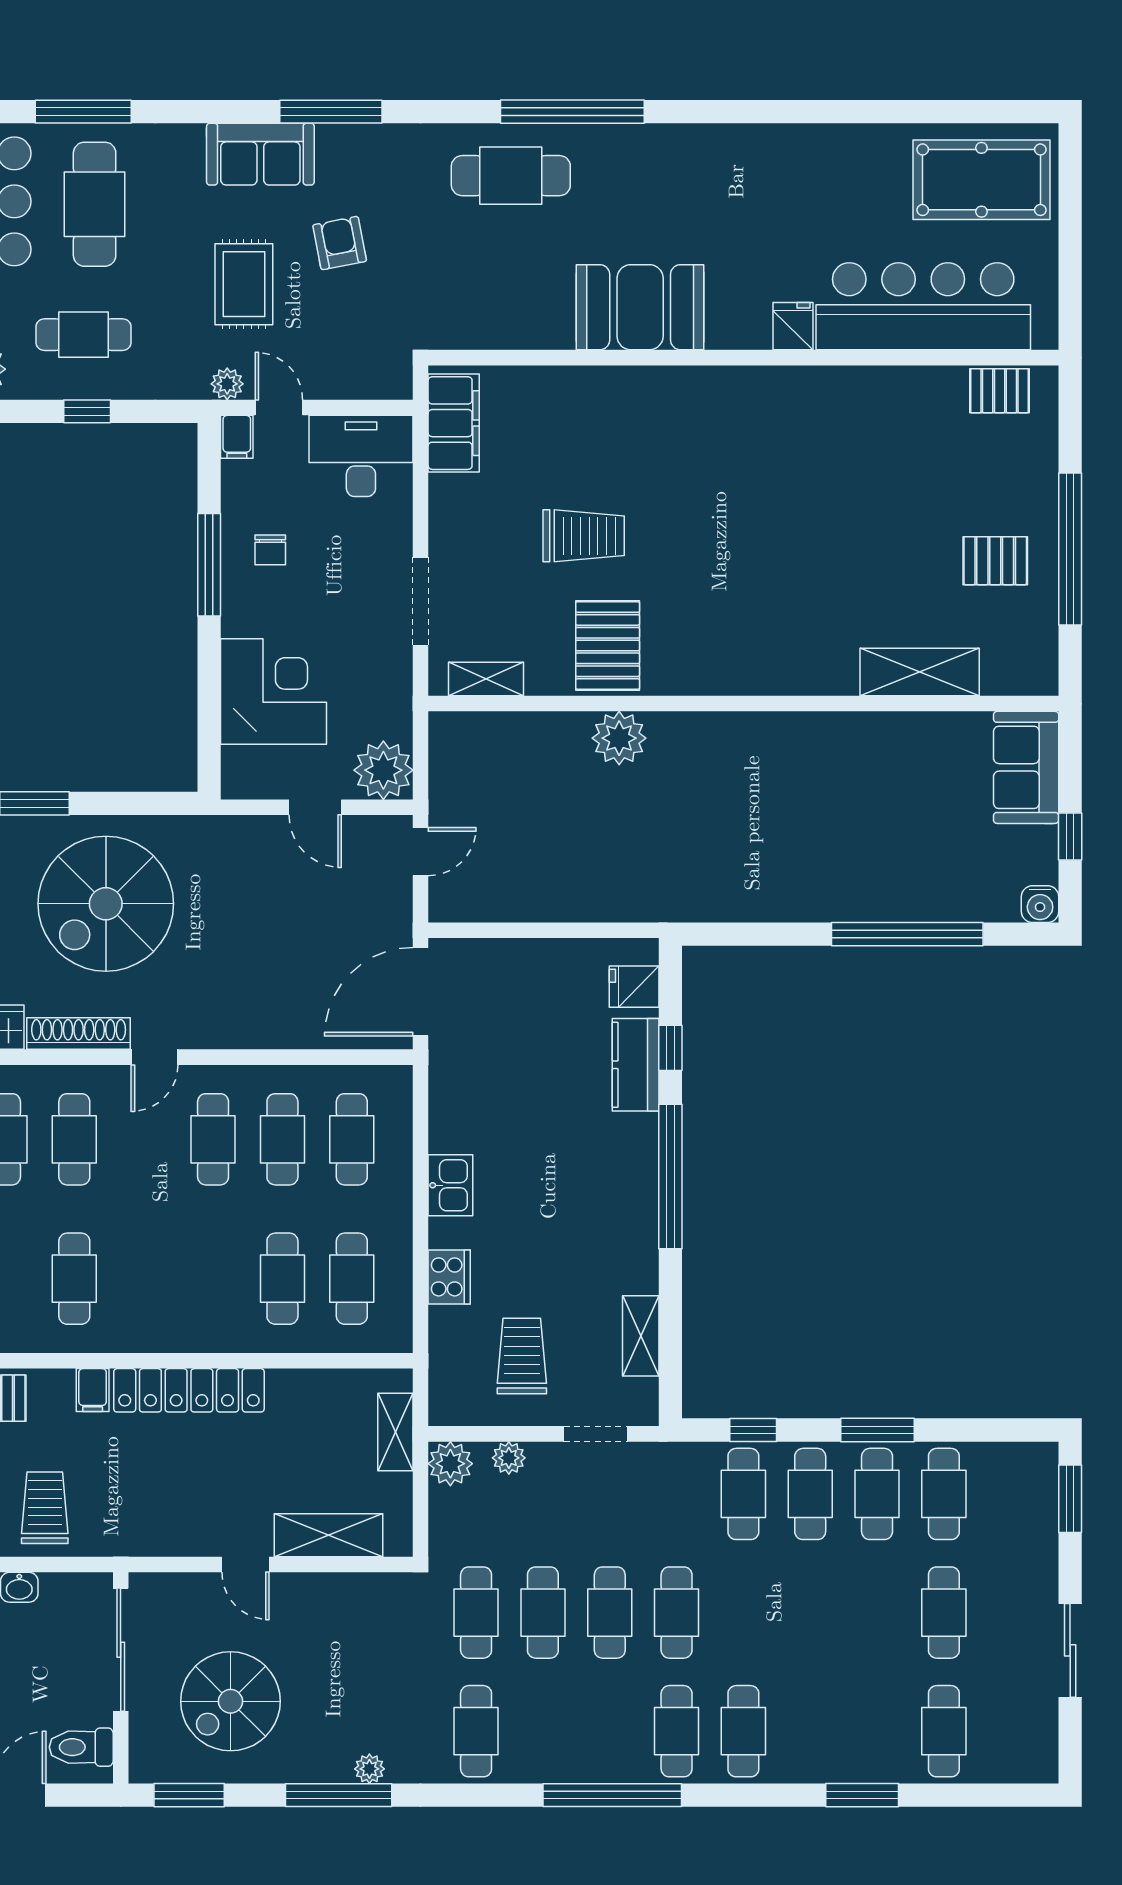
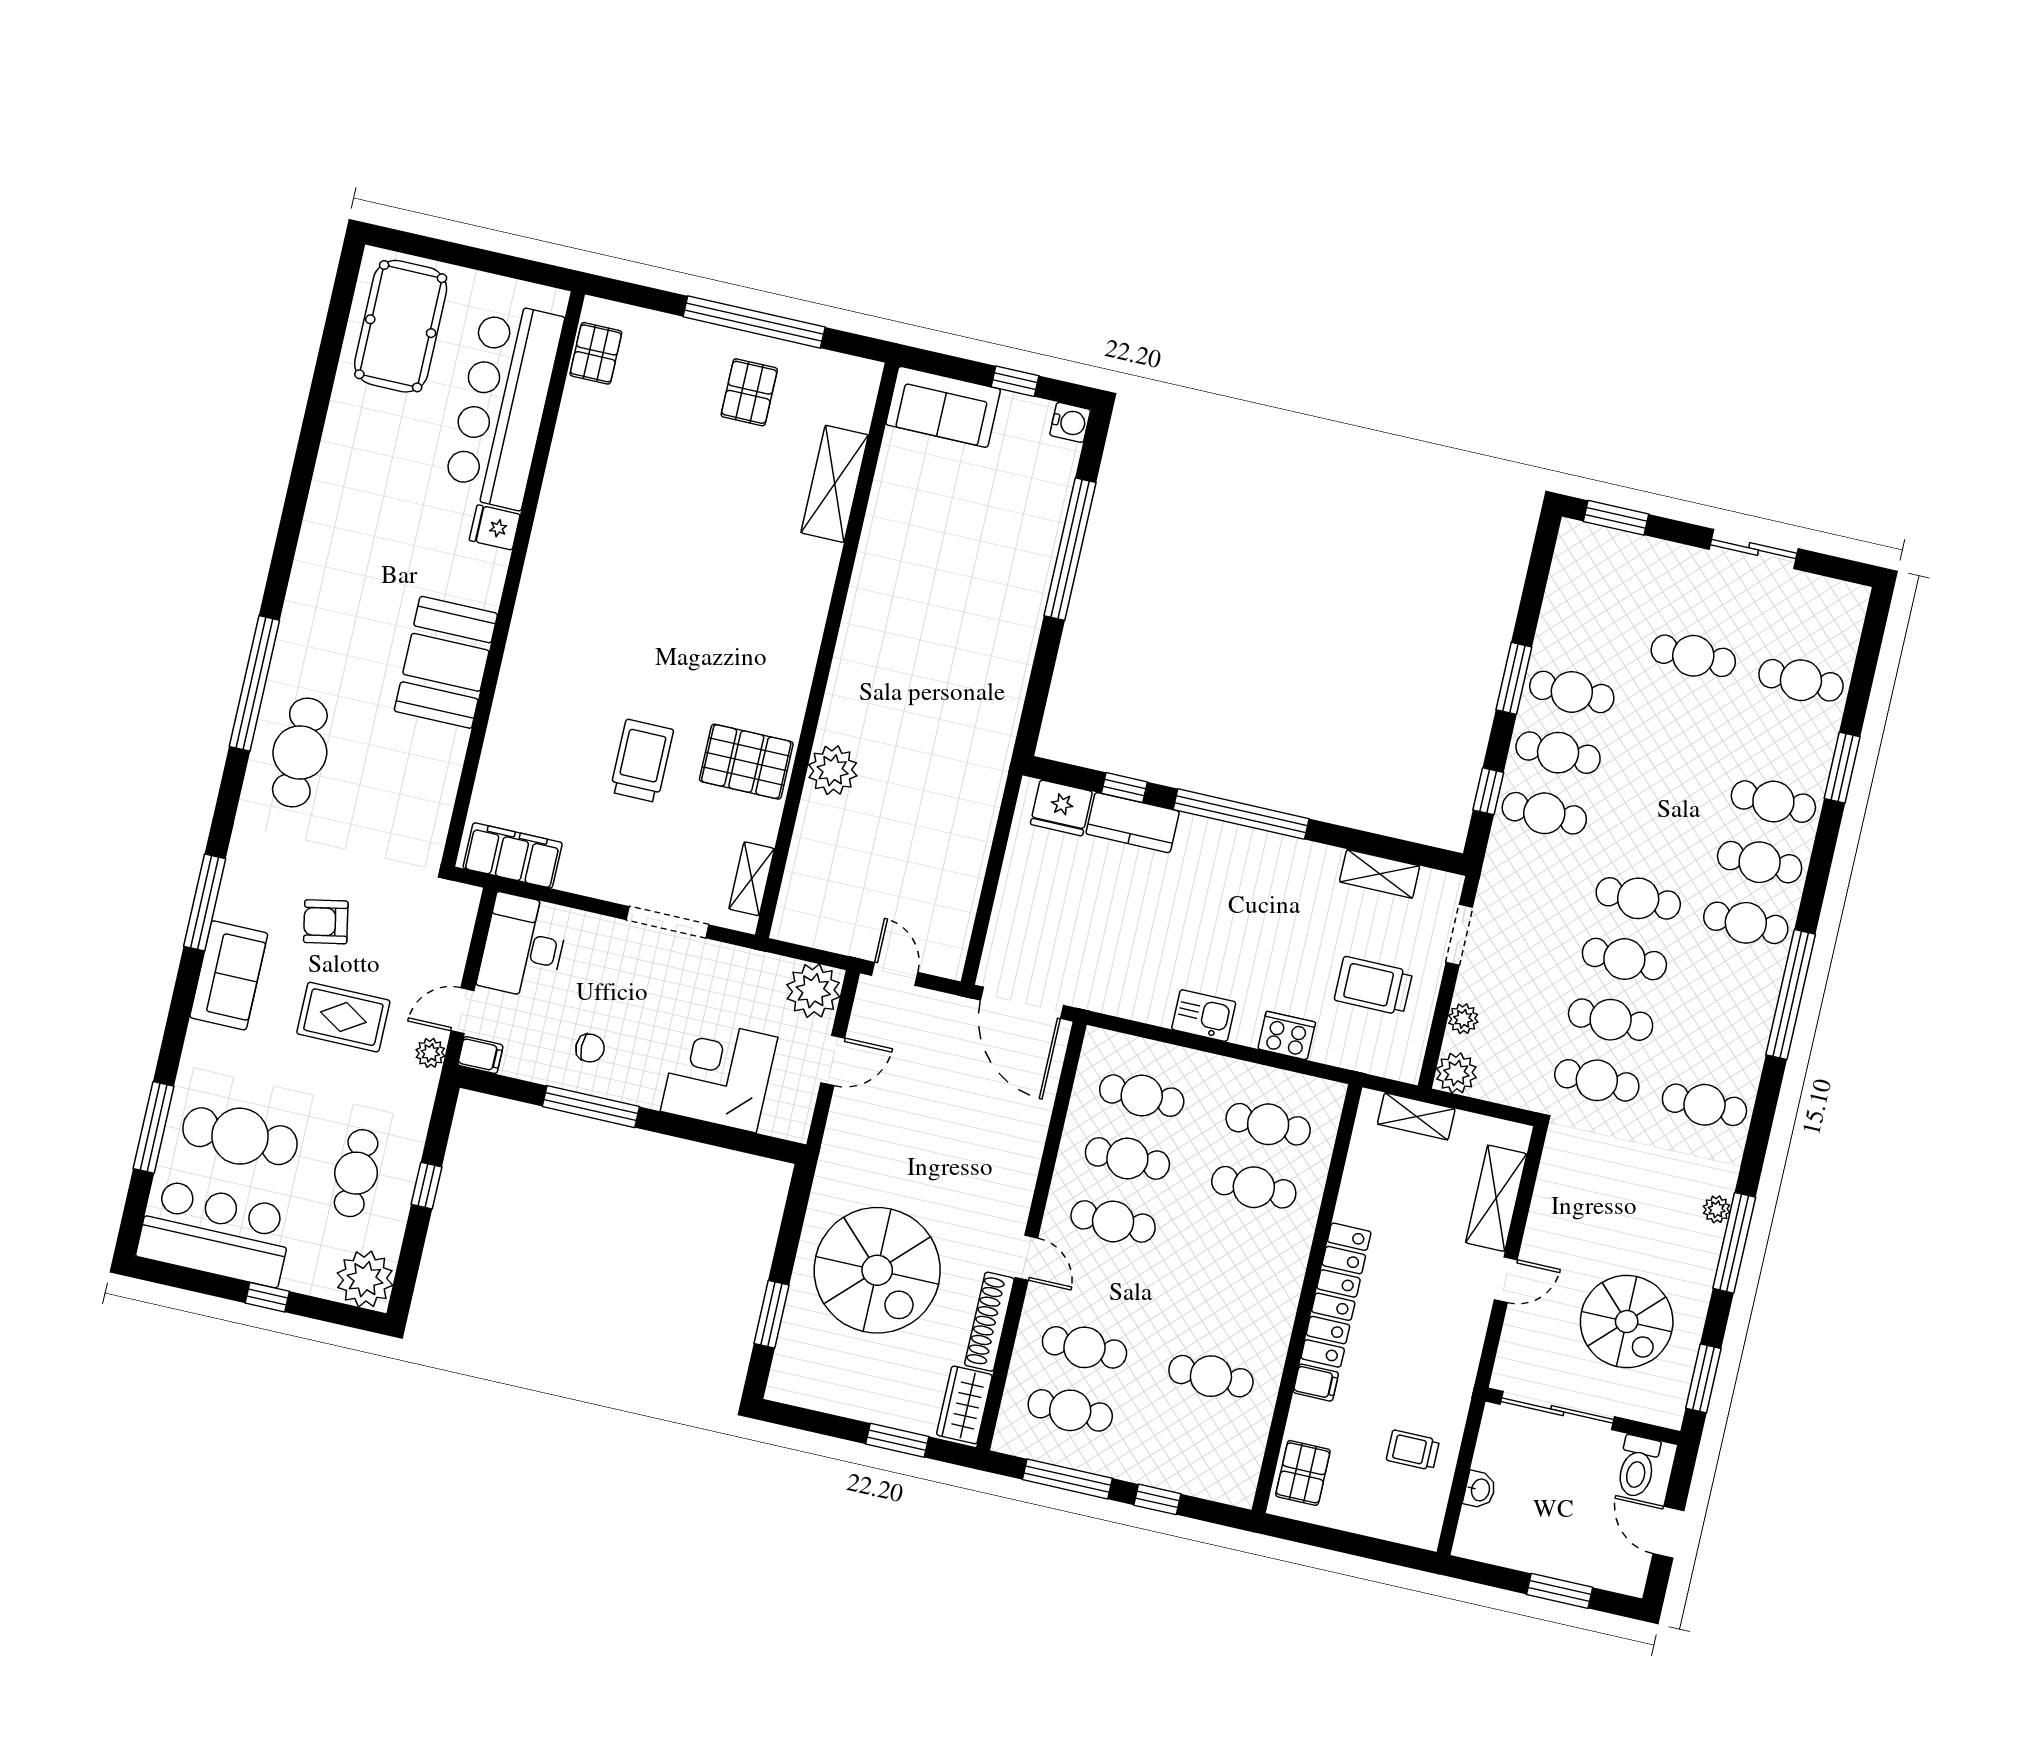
fridge: (634, 987) -> (1061, 808), width x1.38
cafe table: (944, 1494) -> (1773, 802), moved
trolley: (45, 1508) -> (1413, 1450), width x0.73, depth x0.72

